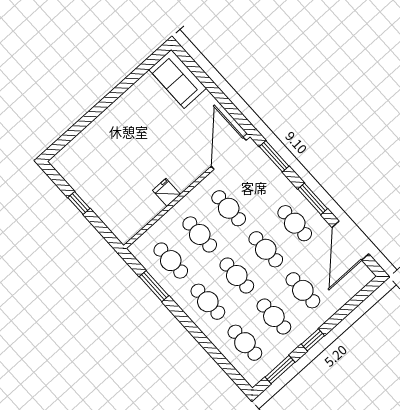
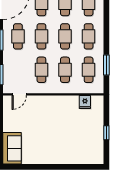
door: (229, 153) -> (19, 94), width x0.53
fridge: (166, 192) -> (85, 102), moved

